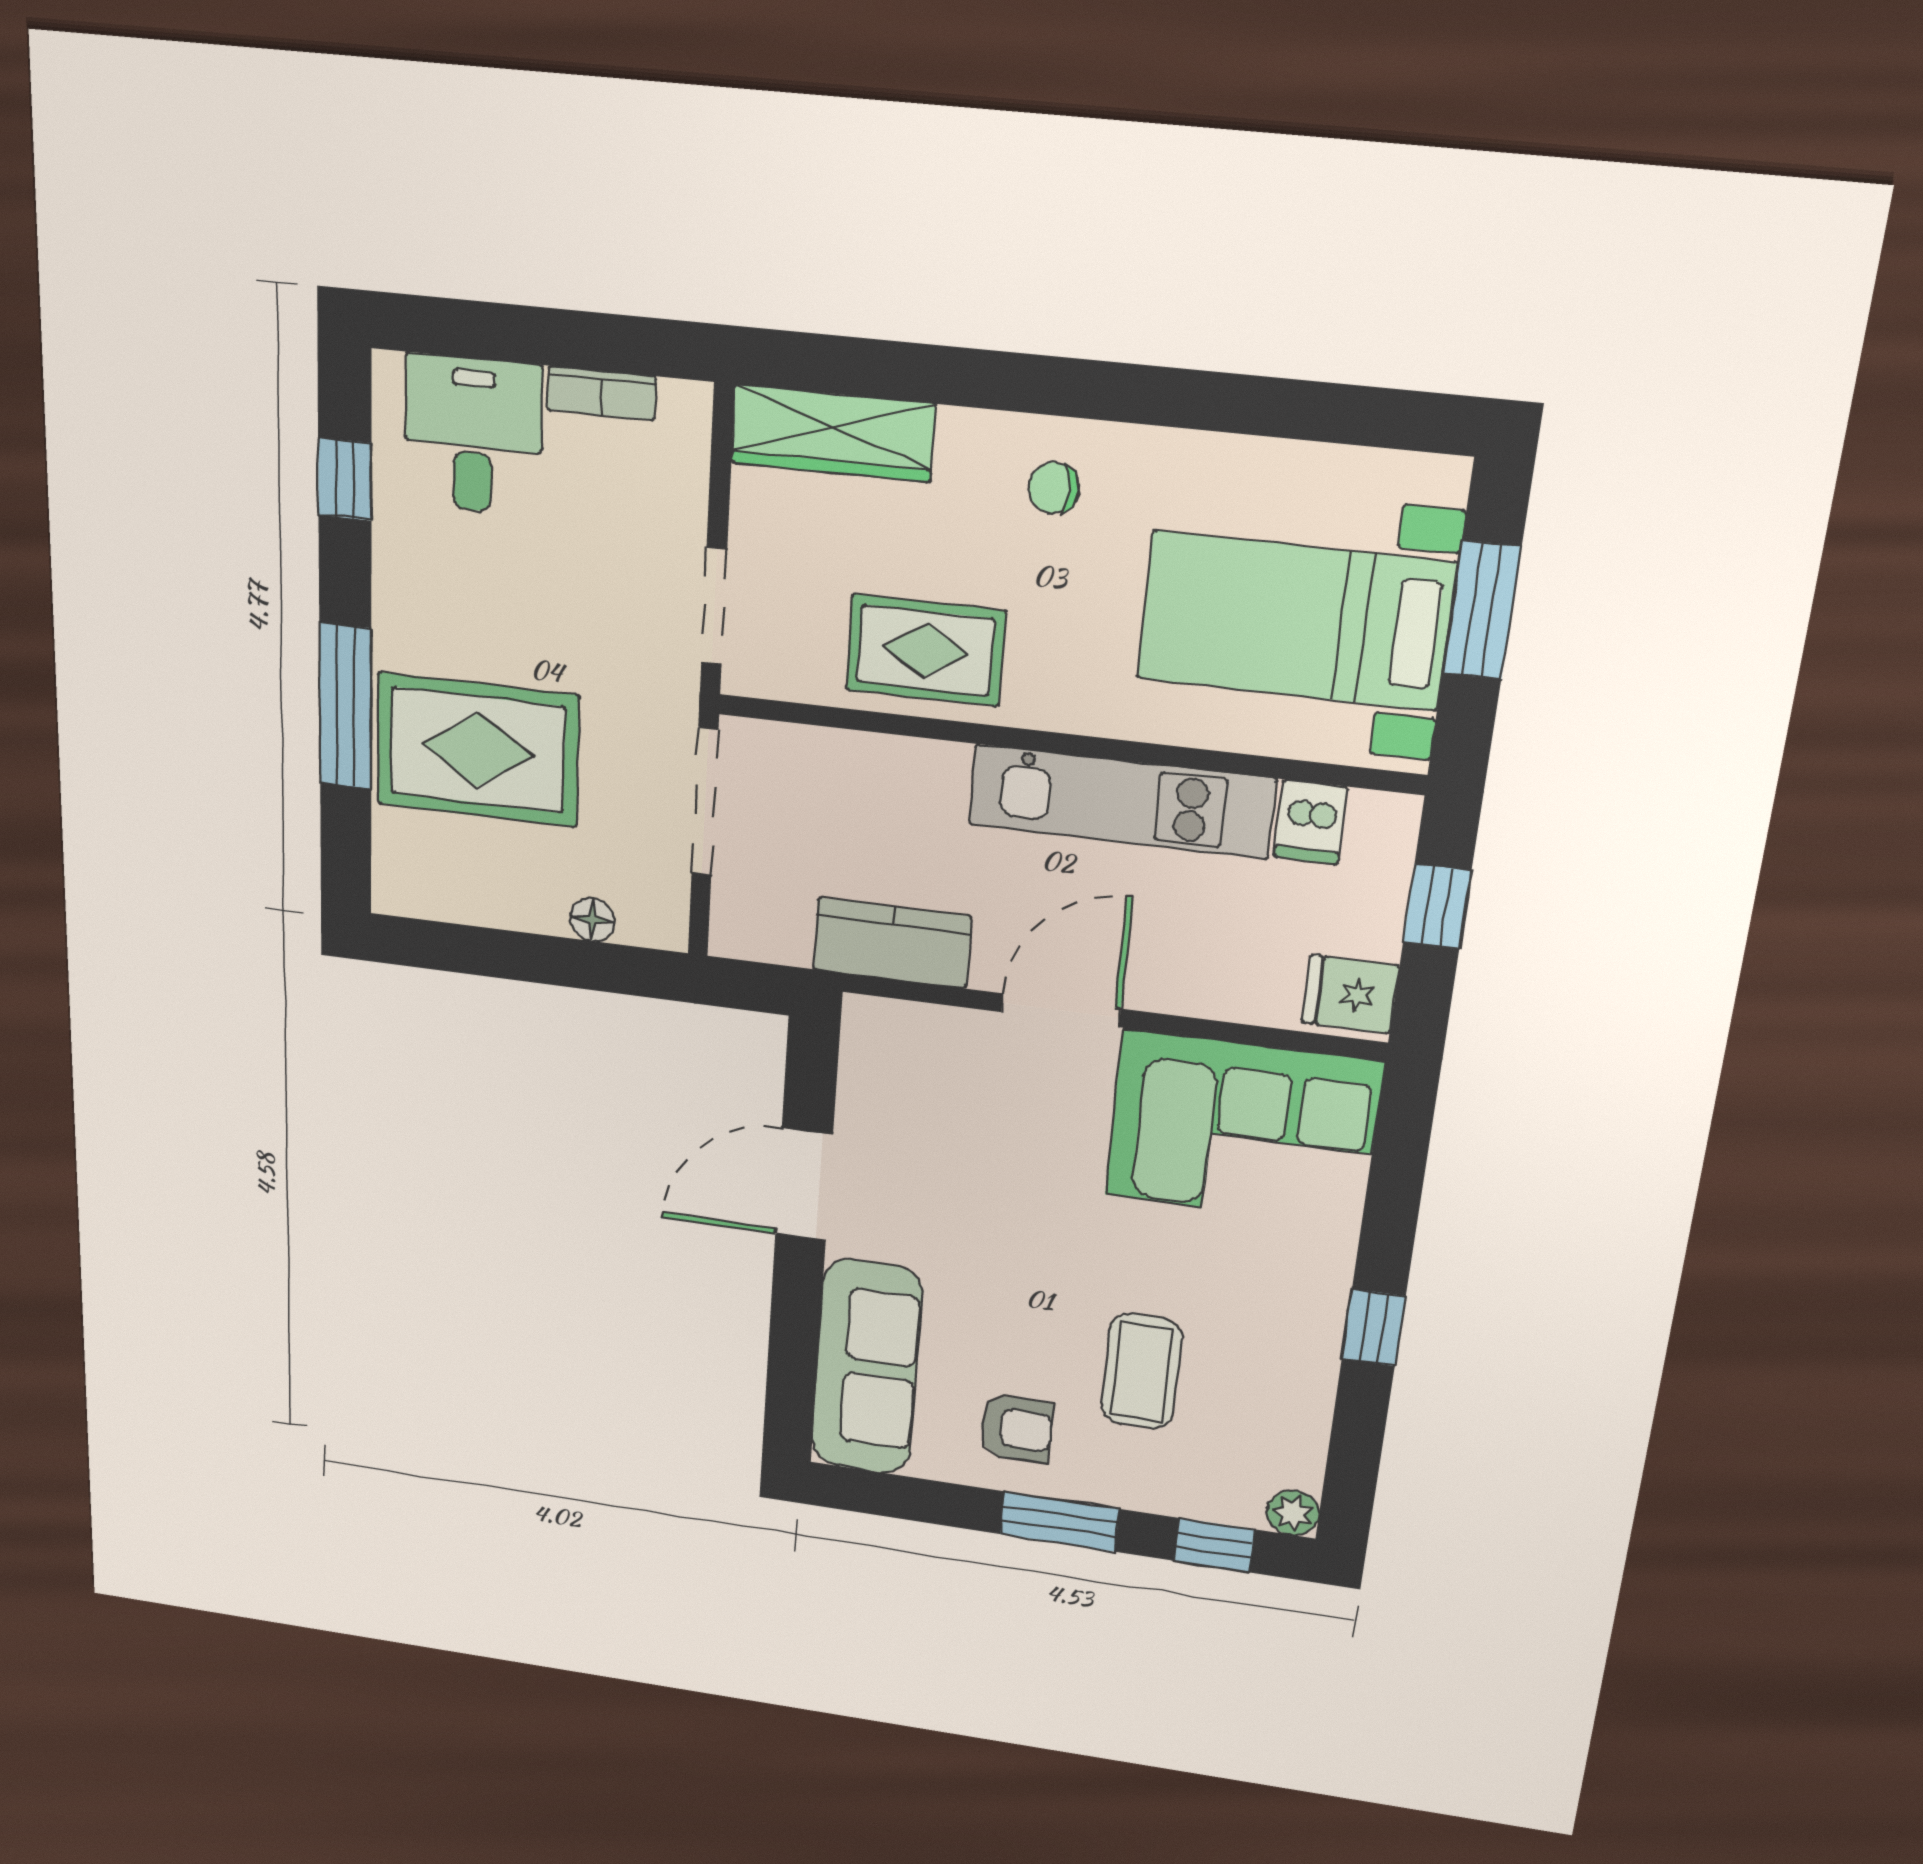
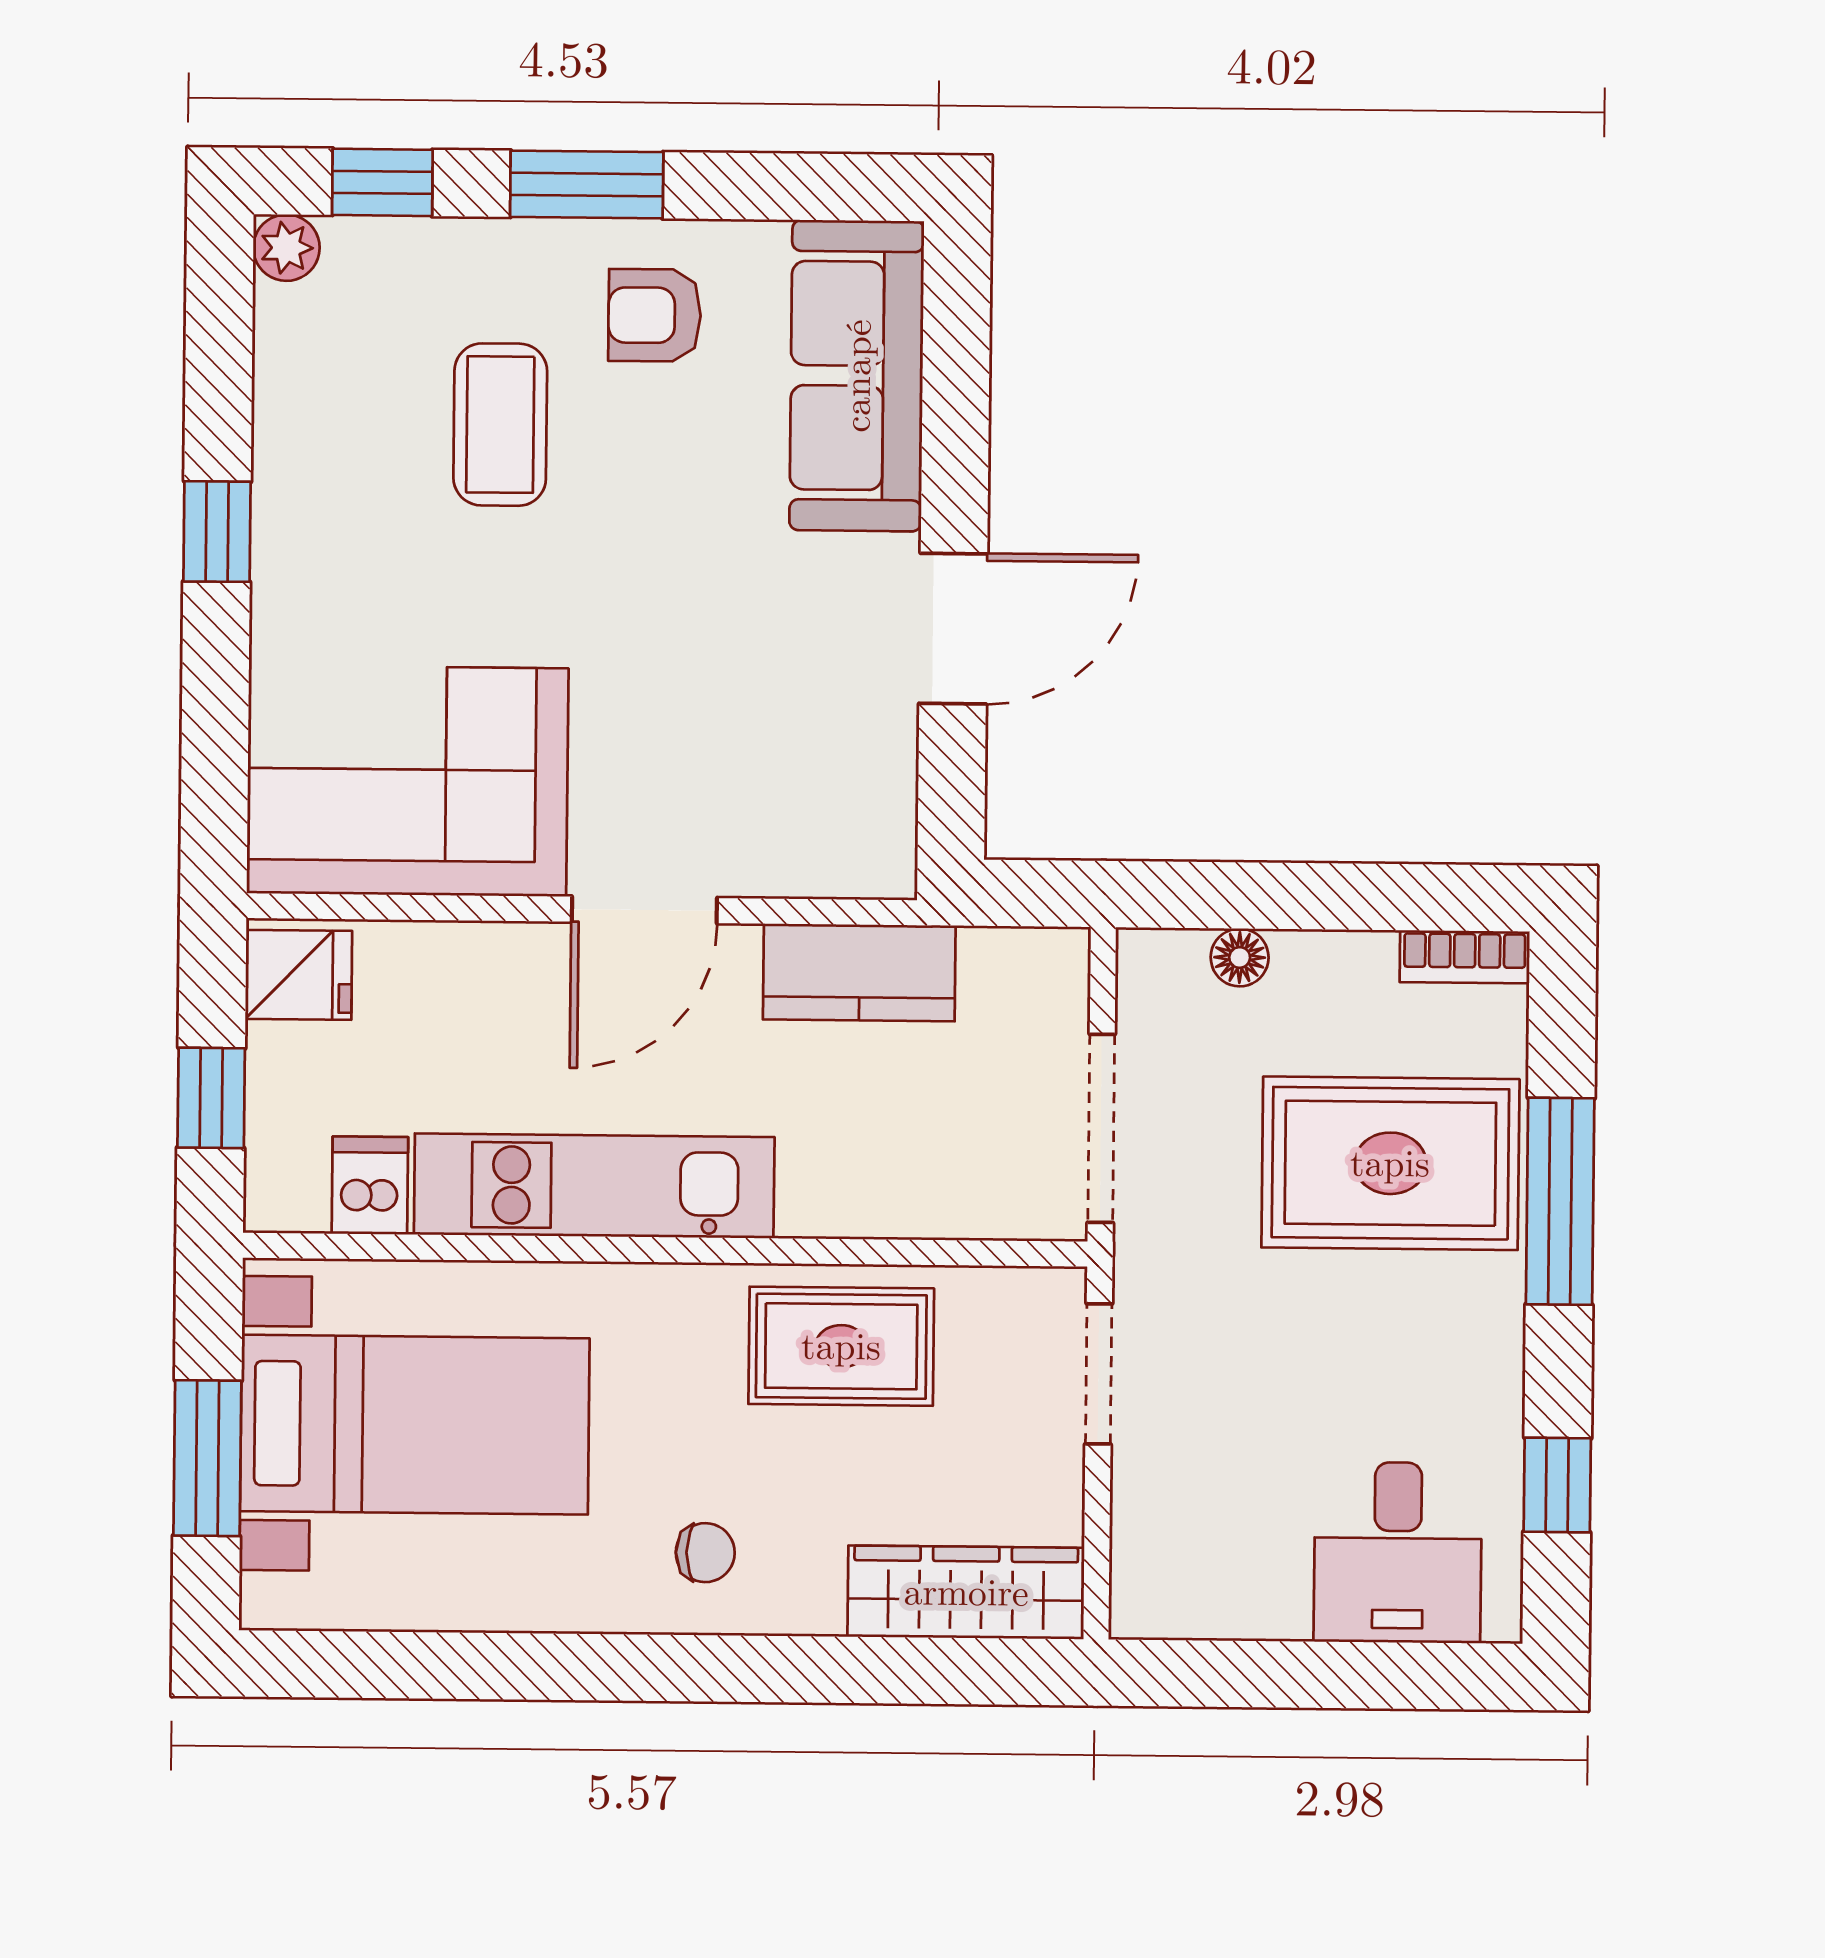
bookcase: (602, 393) -> (1465, 957), moved, turned 180

